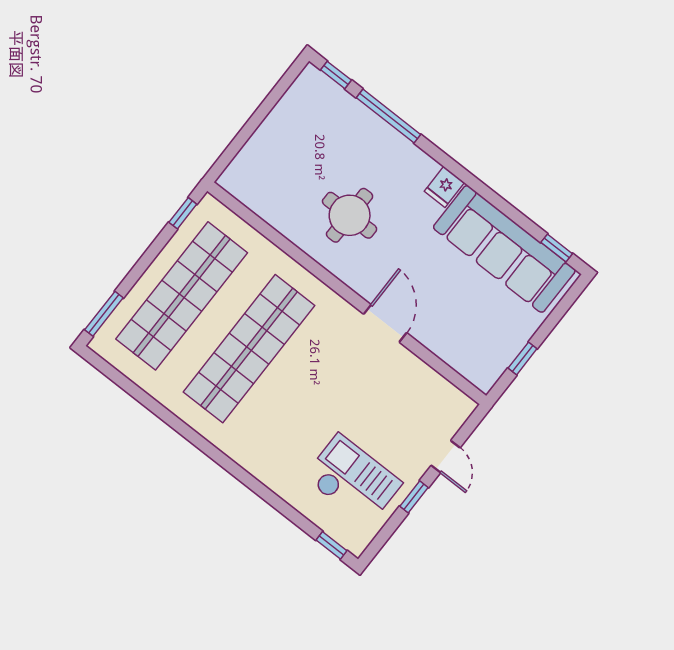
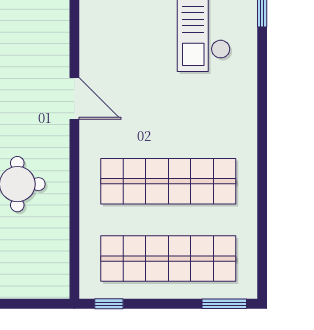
door: (385, 323) -> (74, 99), swing flipped

